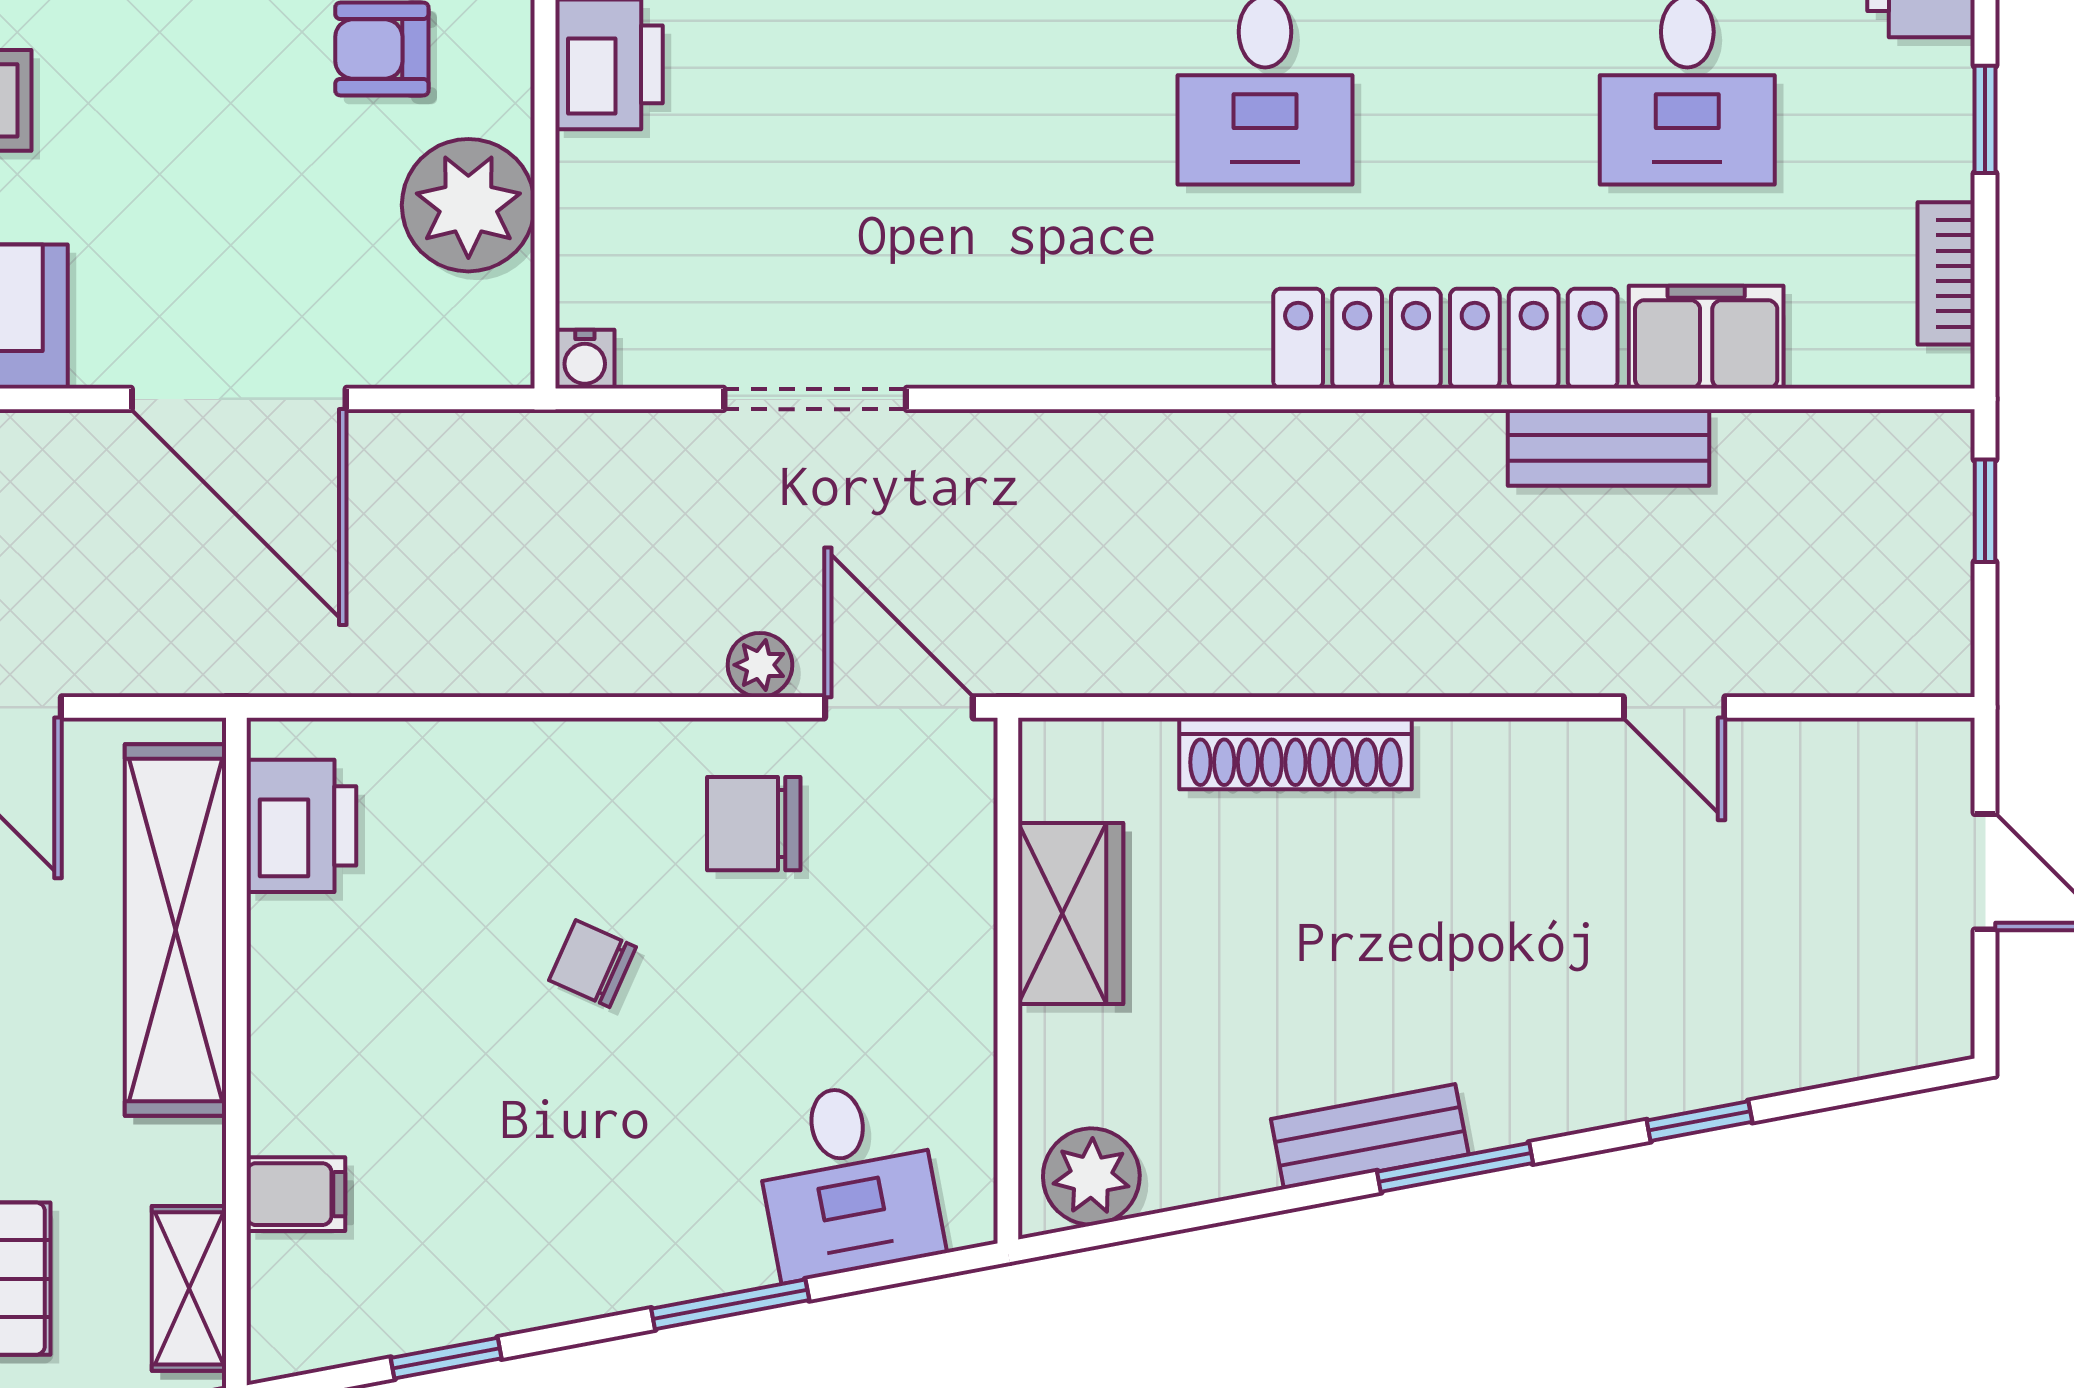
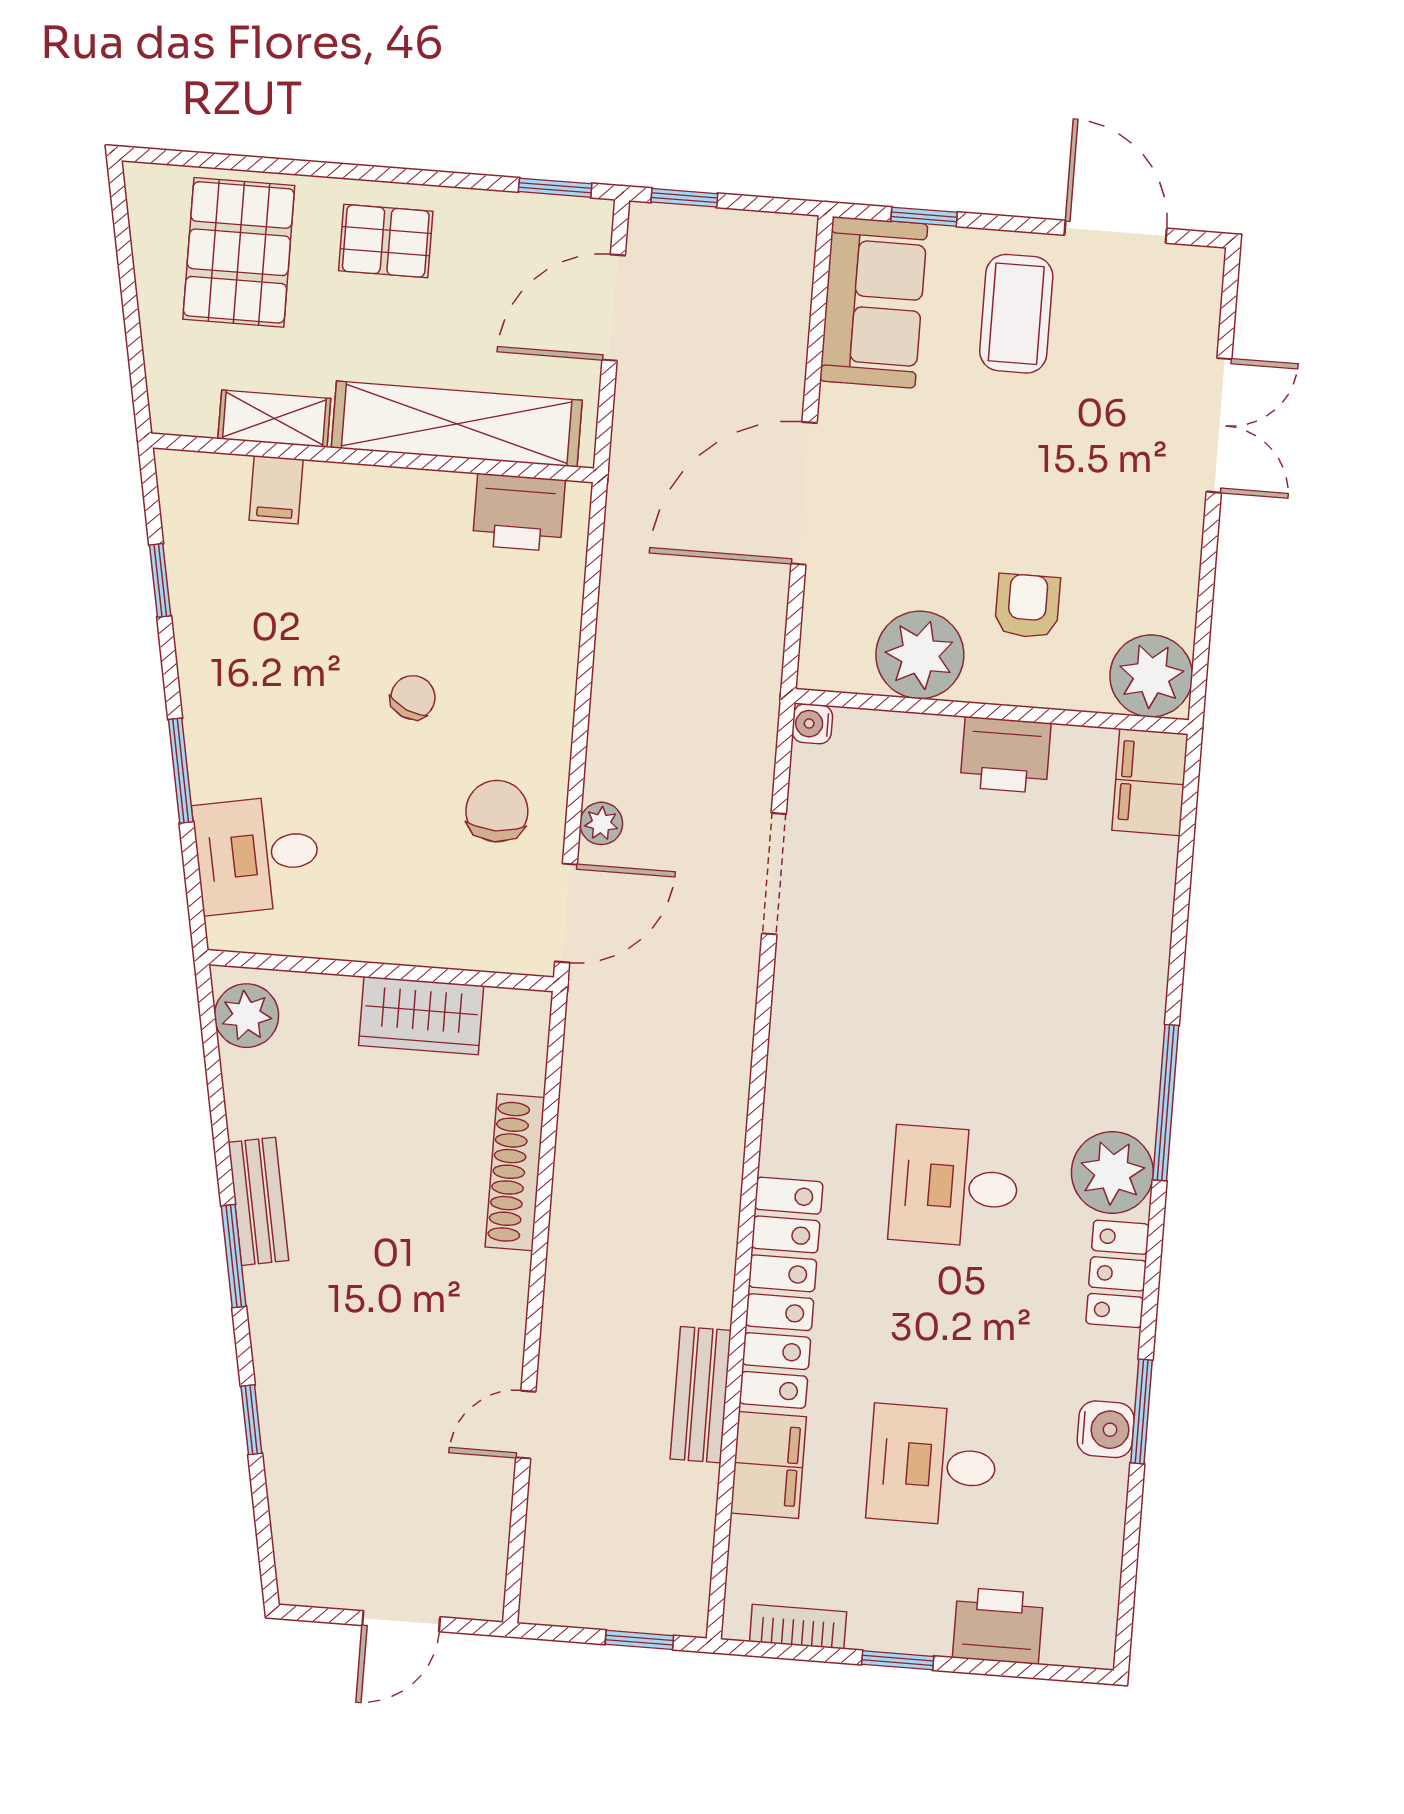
shelving: (189, 1288) -> (274, 419), moved

